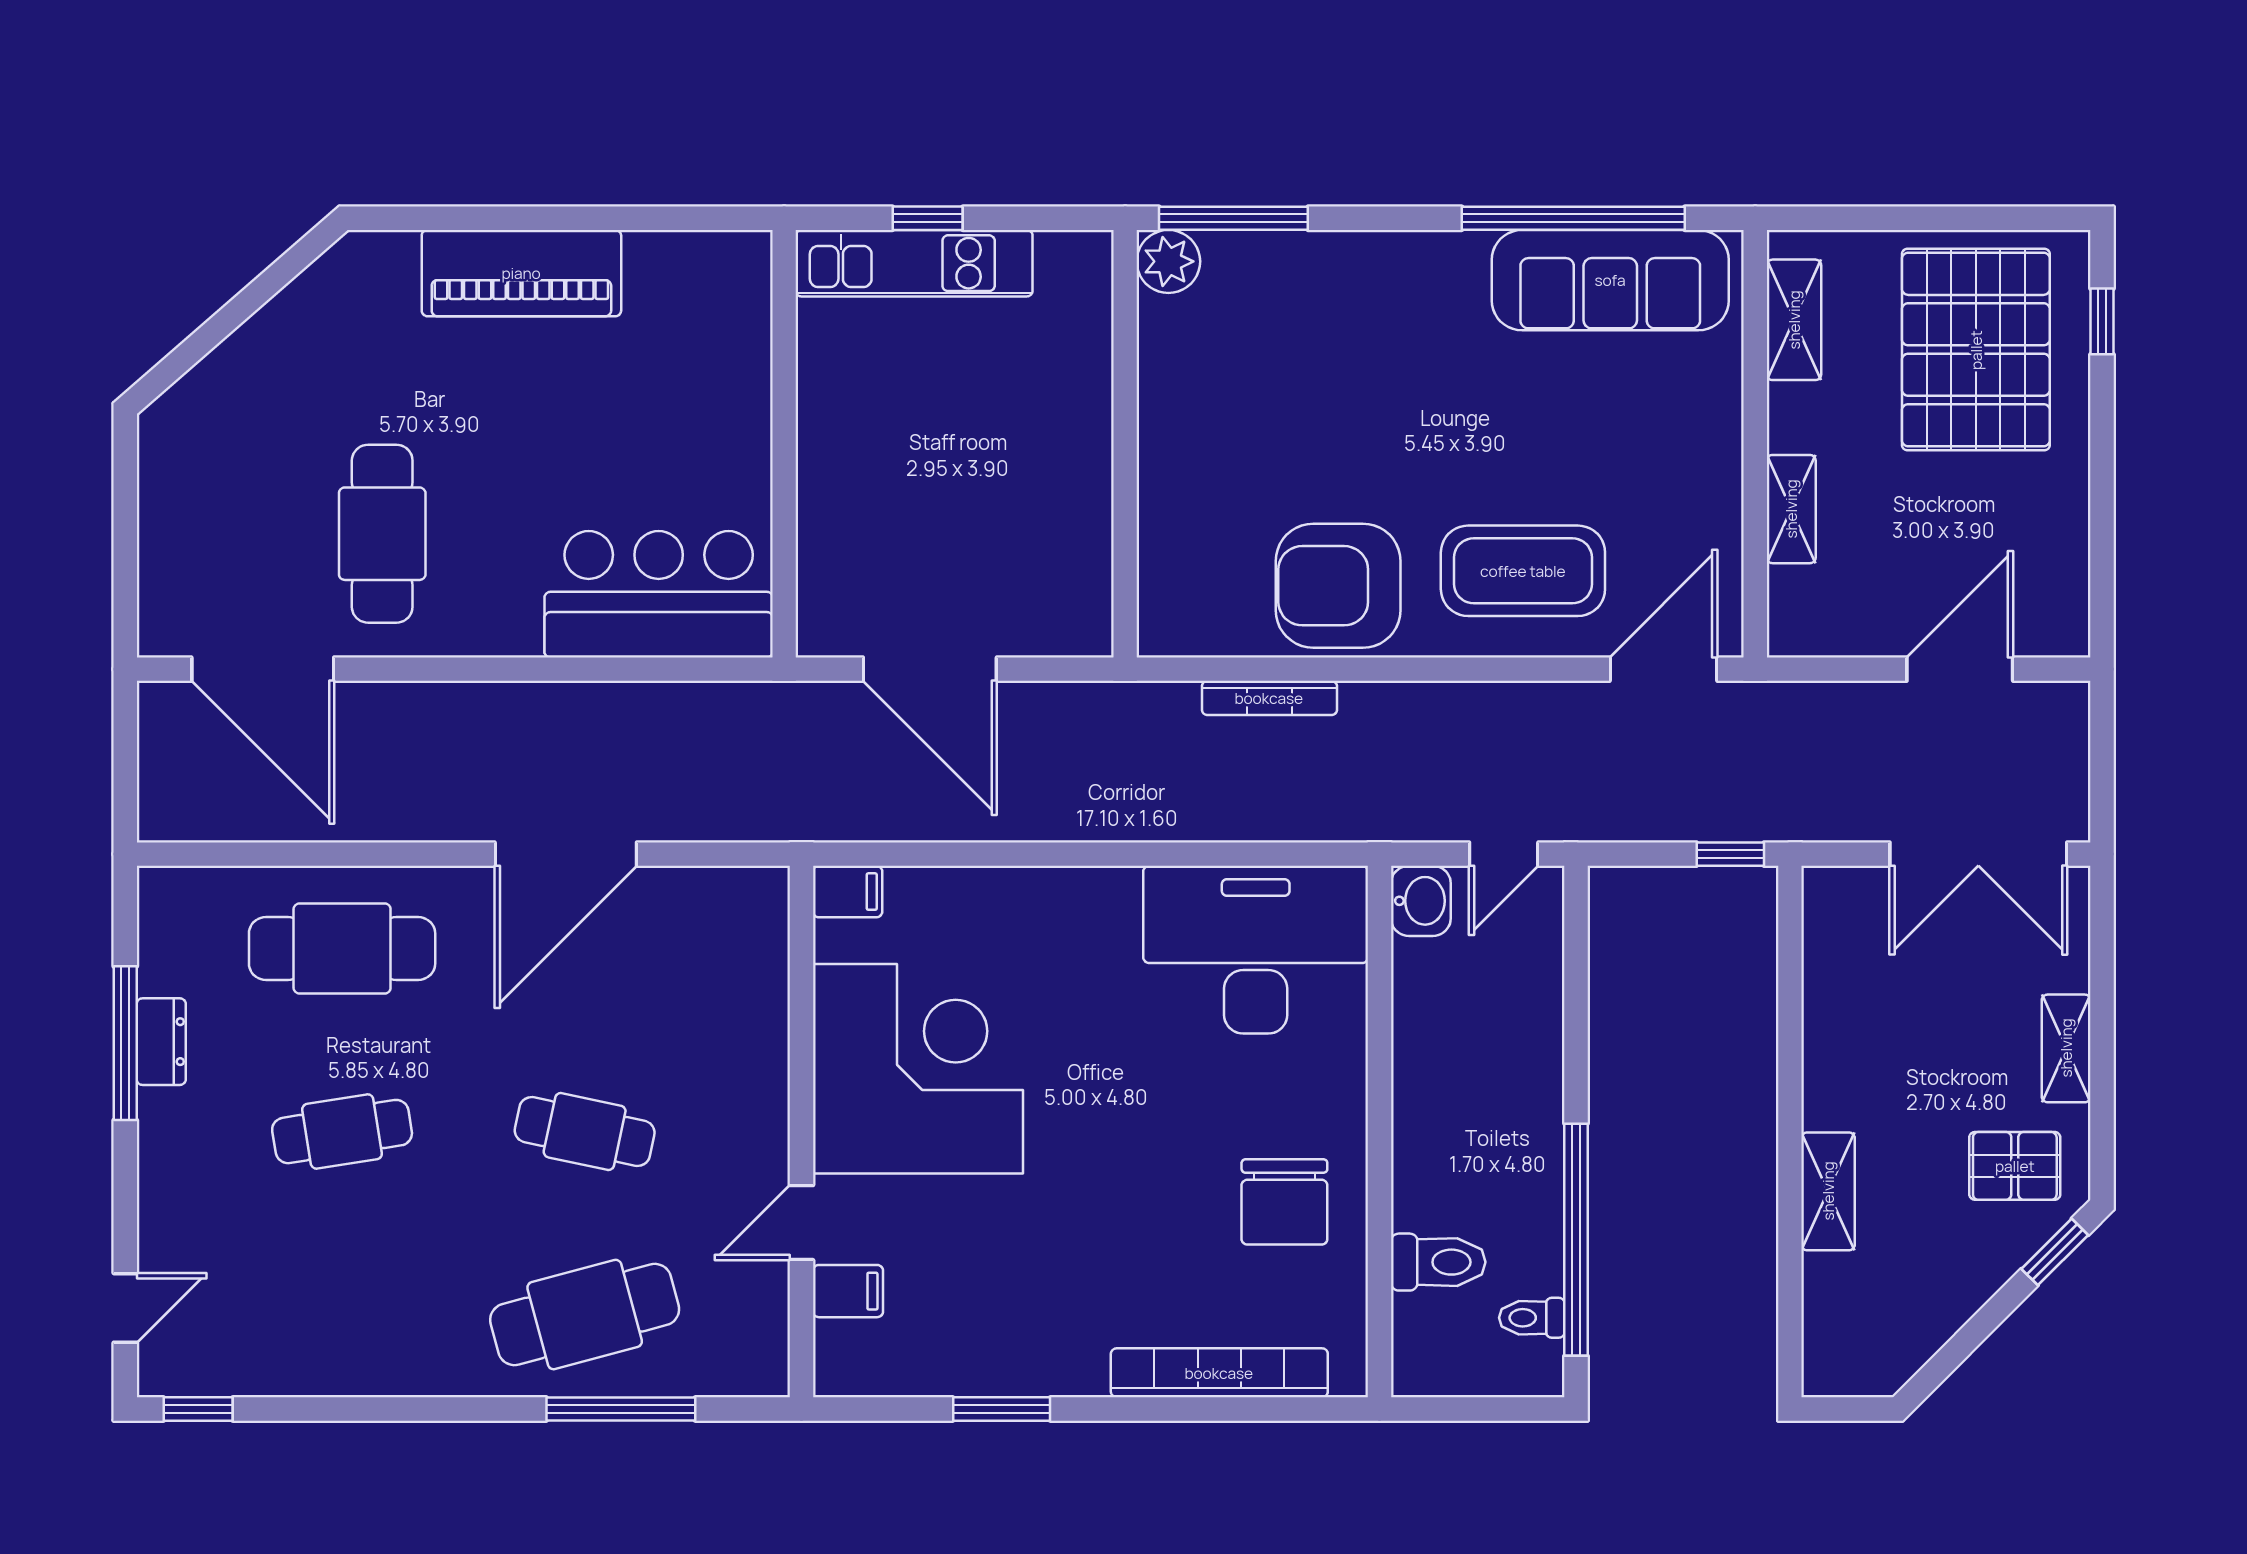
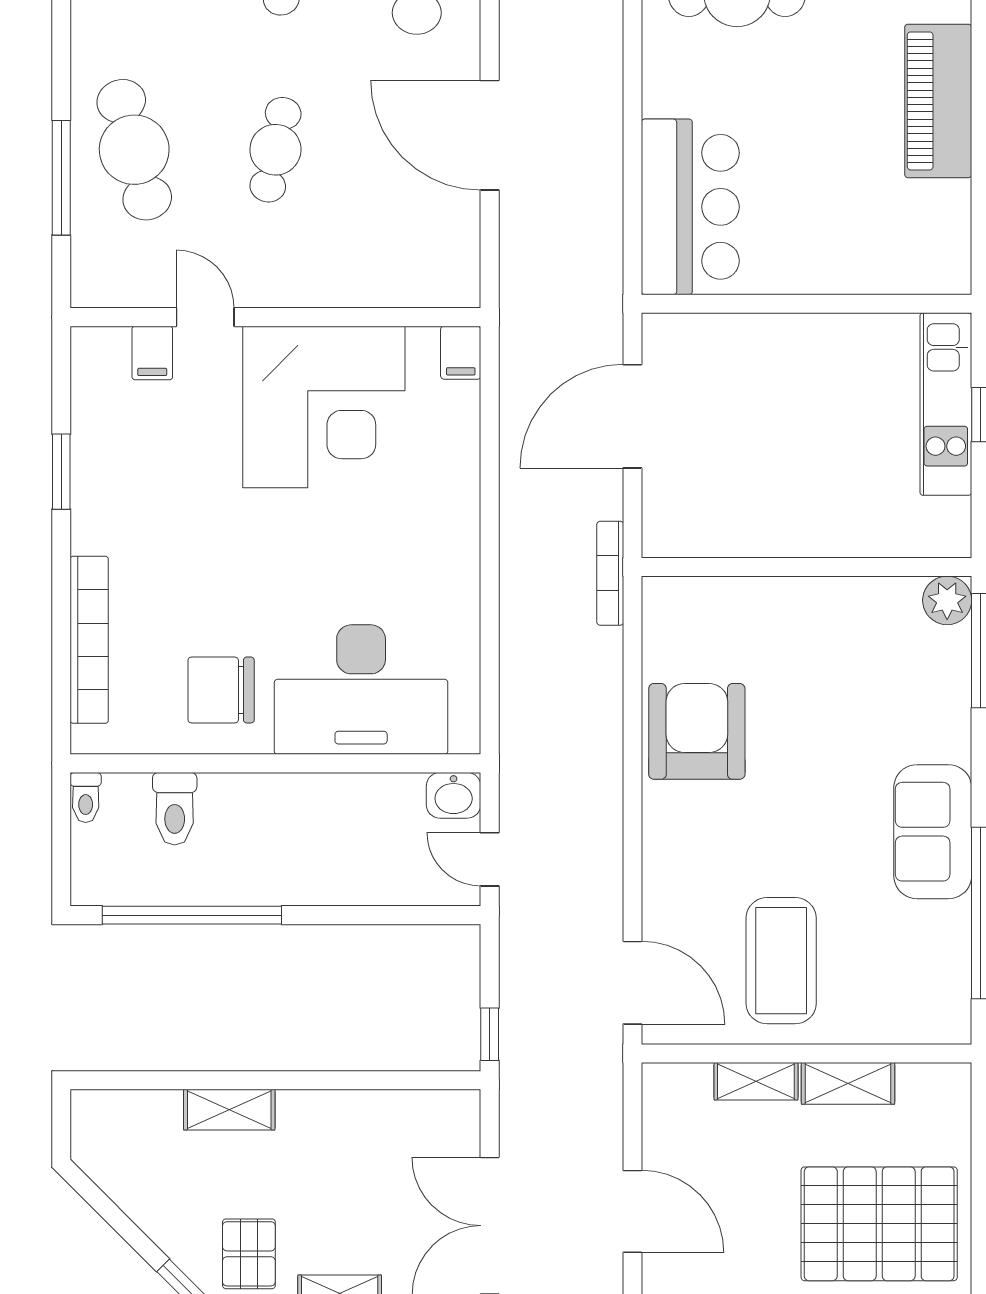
sofa: (1610, 280) -> (933, 832), moved, width x0.73
shelving: (1794, 320) -> (848, 1083), moved
coffee table: (1523, 571) -> (781, 961), moved
bookcase: (1269, 698) -> (610, 573), moved
desk: (1256, 950) -> (361, 690), moved, turned 90
toilet: (1532, 1318) -> (86, 797), moved, turned 180

